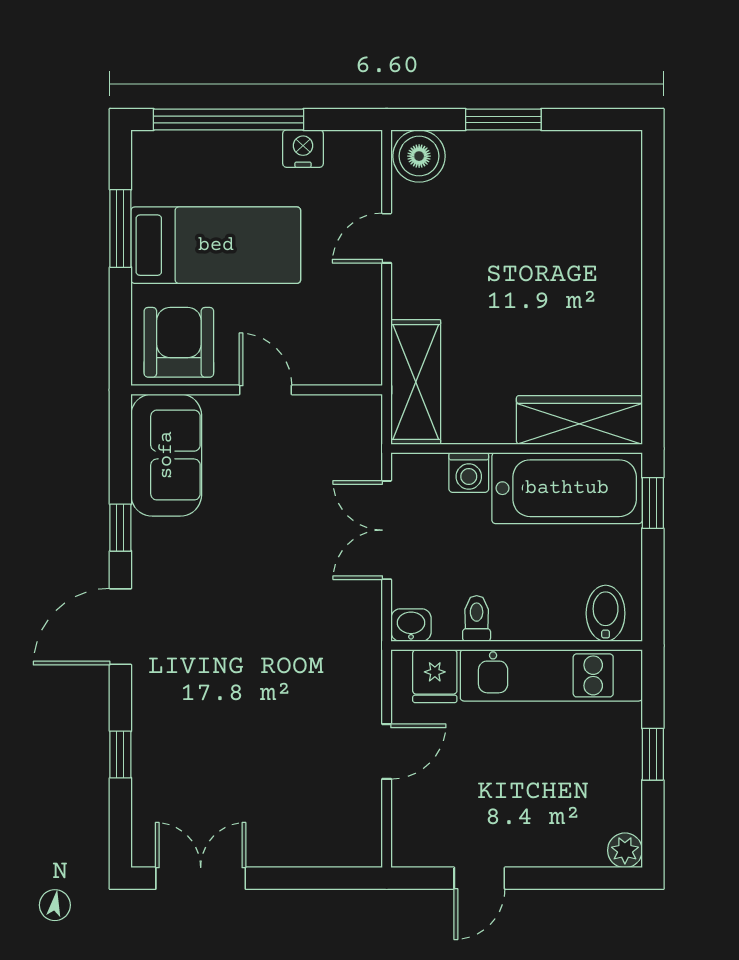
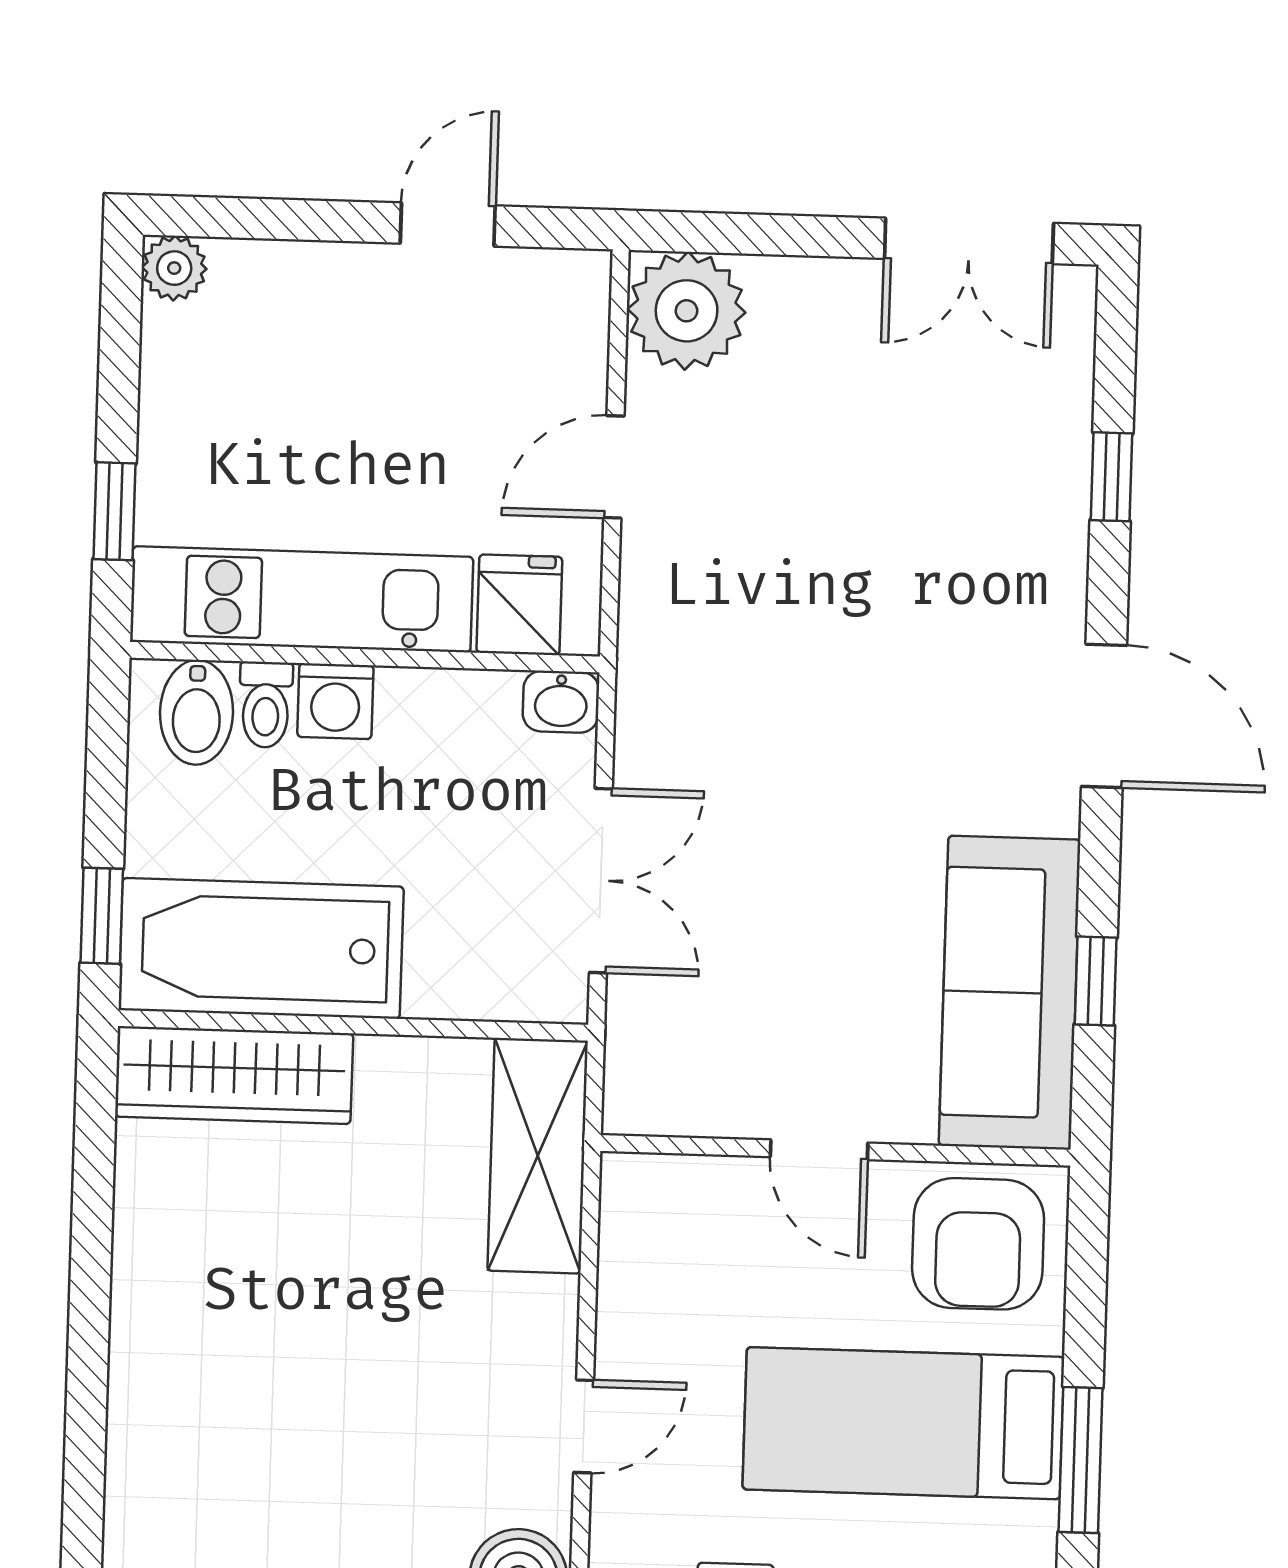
sofa: (166, 455) -> (1010, 993), width x1.36
washing machine: (469, 473) -> (335, 701), moved, turned 180
window: (120, 528) -> (1096, 981), moved
toilet: (477, 618) -> (266, 705), moved
door: (120, 627) -> (1104, 716), hinge flipped
window: (653, 754) -> (114, 511), moved
plant: (350, 836) -> (687, 311), added

